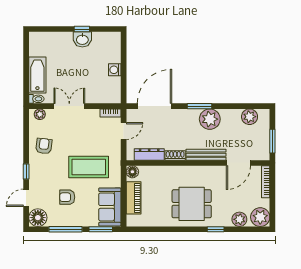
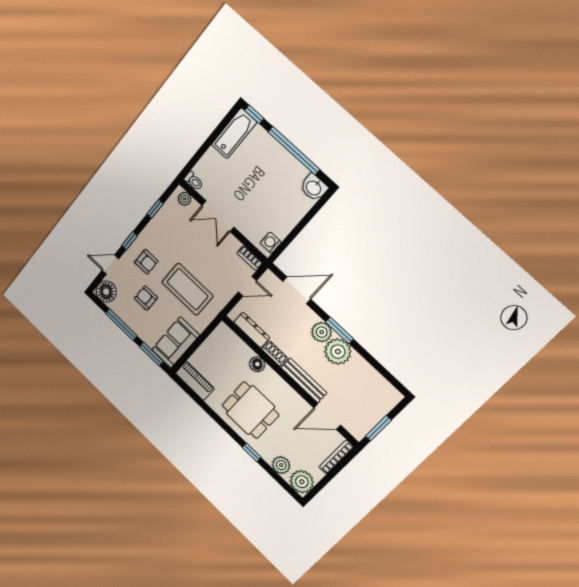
window: (40, 29) -> (254, 114), added
window: (82, 29) -> (294, 151), width x3.17
washbasin: (82, 39) -> (314, 188), moved
washing machine: (115, 70) -> (271, 243), moved
bathtub: (37, 75) -> (234, 133), moved
double door: (69, 106) -> (218, 216), swing flipped
door: (154, 106) -> (297, 290), width x0.73
plant: (250, 117) -> (322, 332), moved
window: (26, 137) -> (155, 209), added
armchair: (44, 146) -> (146, 262), moved, turned 83
floor lamp: (132, 172) -> (257, 364), moved
piano: (134, 198) -> (195, 381), moved, turned -90

